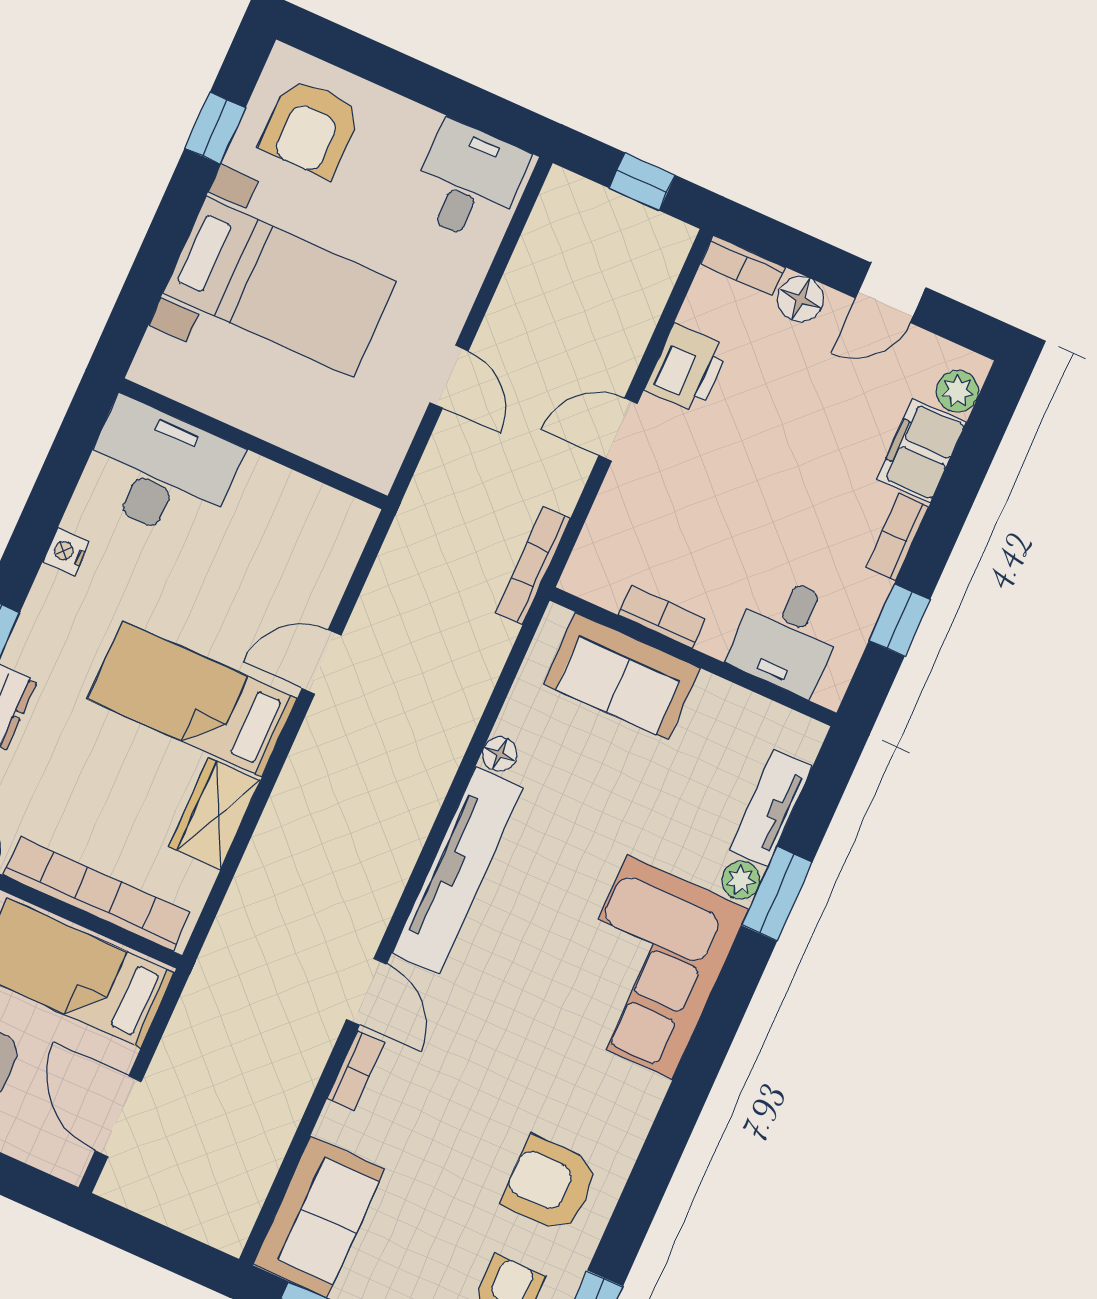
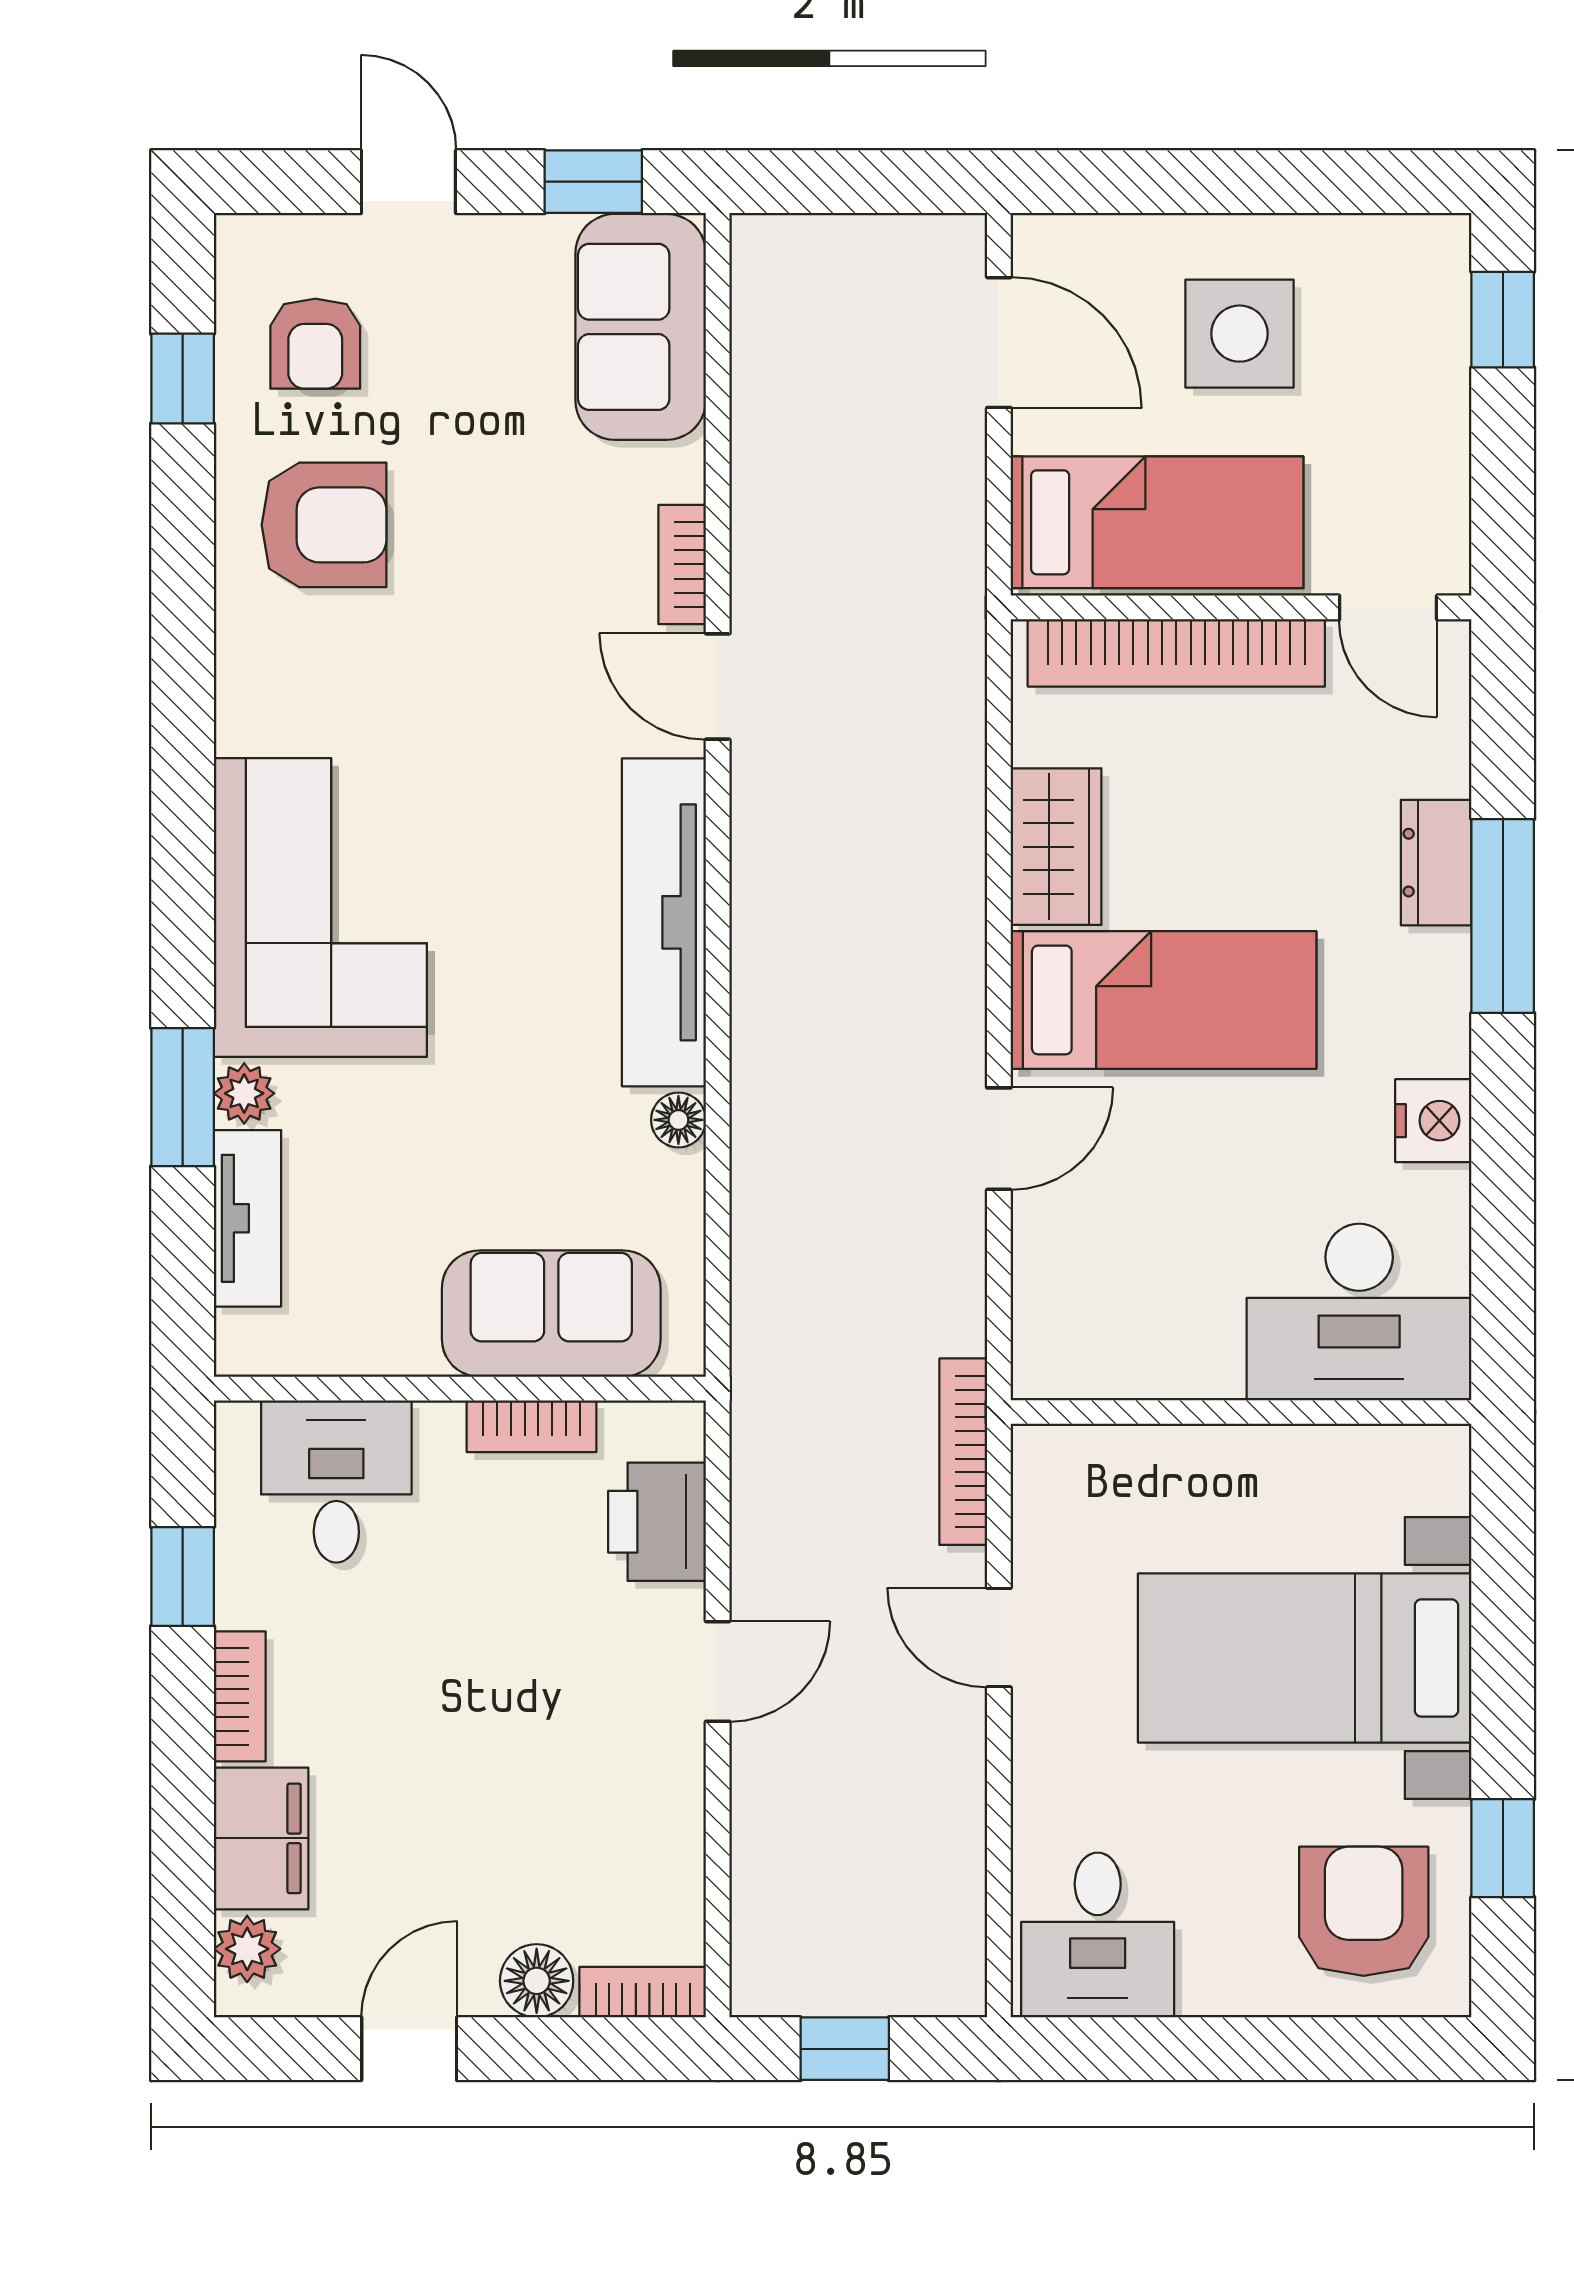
printer: (687, 368) -> (657, 1522), moved
nightstand: (66, 552) -> (1433, 1121), width x1.39, depth x1.35
bookcase: (533, 566) -> (963, 1452), moved, turned 180

